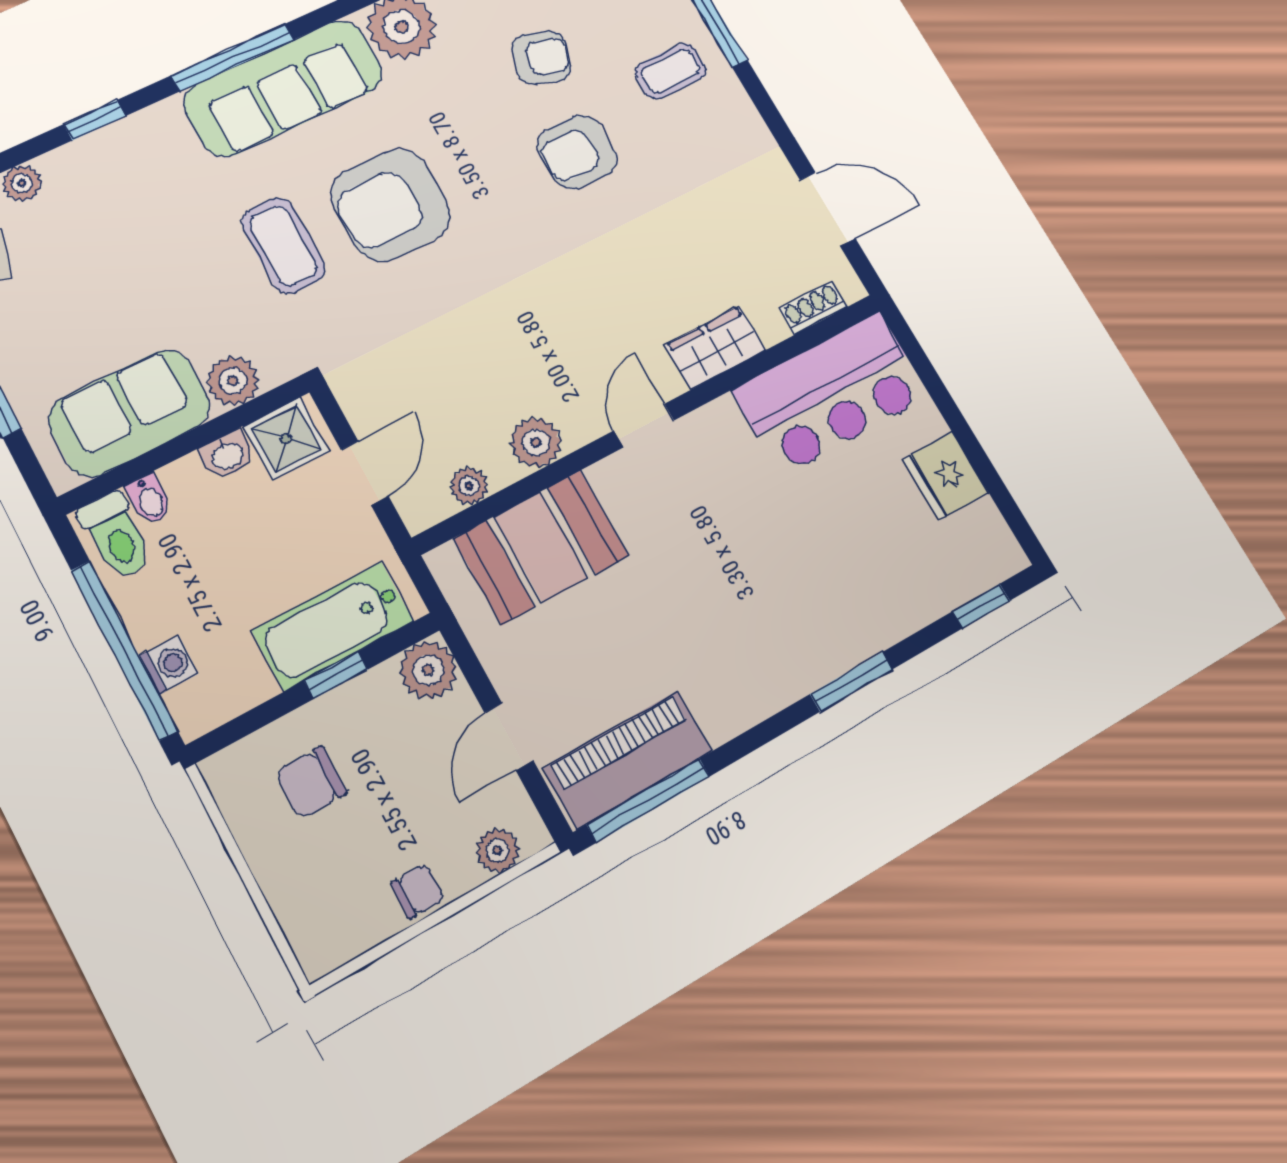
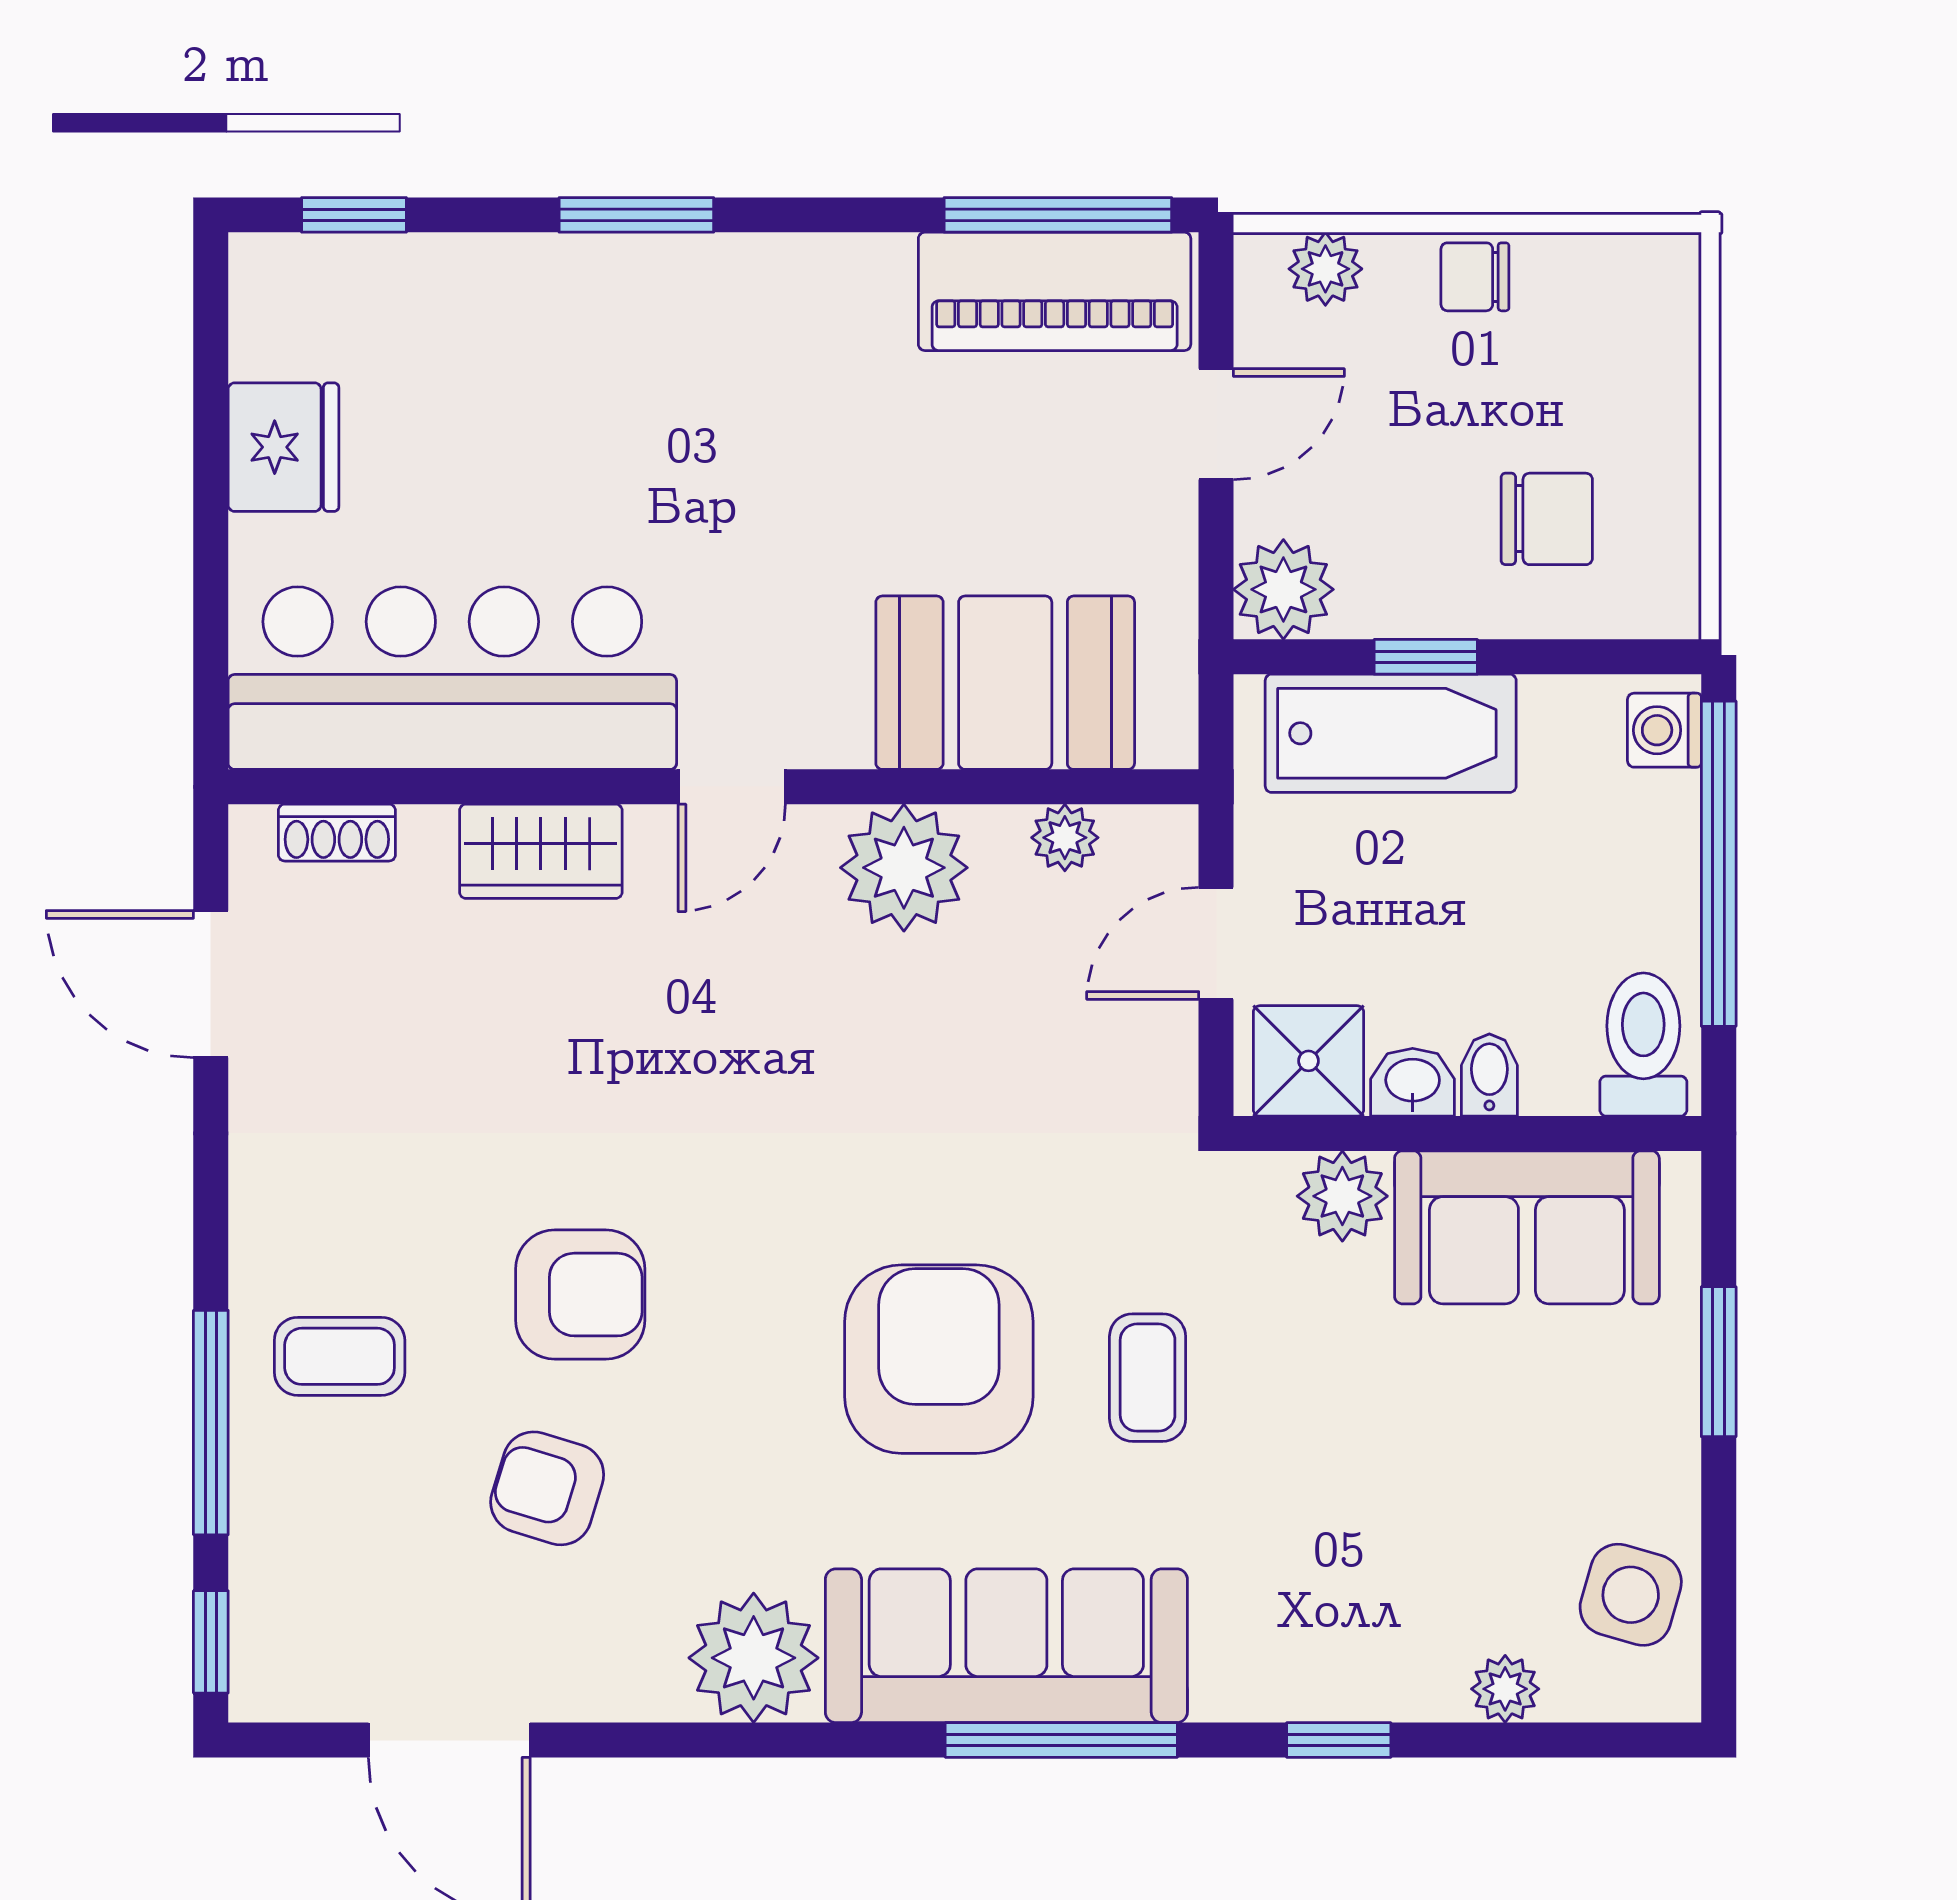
armchair: (391, 205) -> (939, 1359), turned -90
coffee table: (283, 246) -> (1148, 1378), width x0.73, depth x0.77
bar counter: (831, 393) -> (452, 678), width x1.36
plant: (536, 442) -> (904, 868), width x1.36, depth x1.36
bidet: (149, 499) -> (1489, 1075), moved
washing machine: (169, 665) -> (1664, 730), moved

